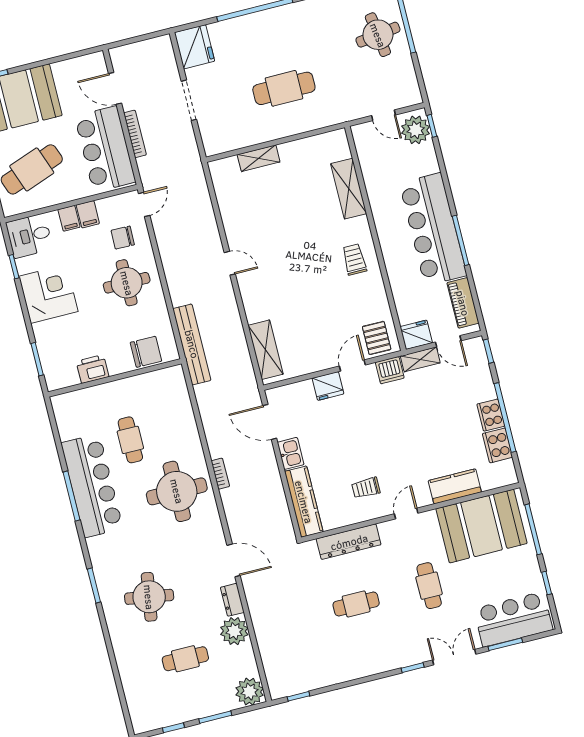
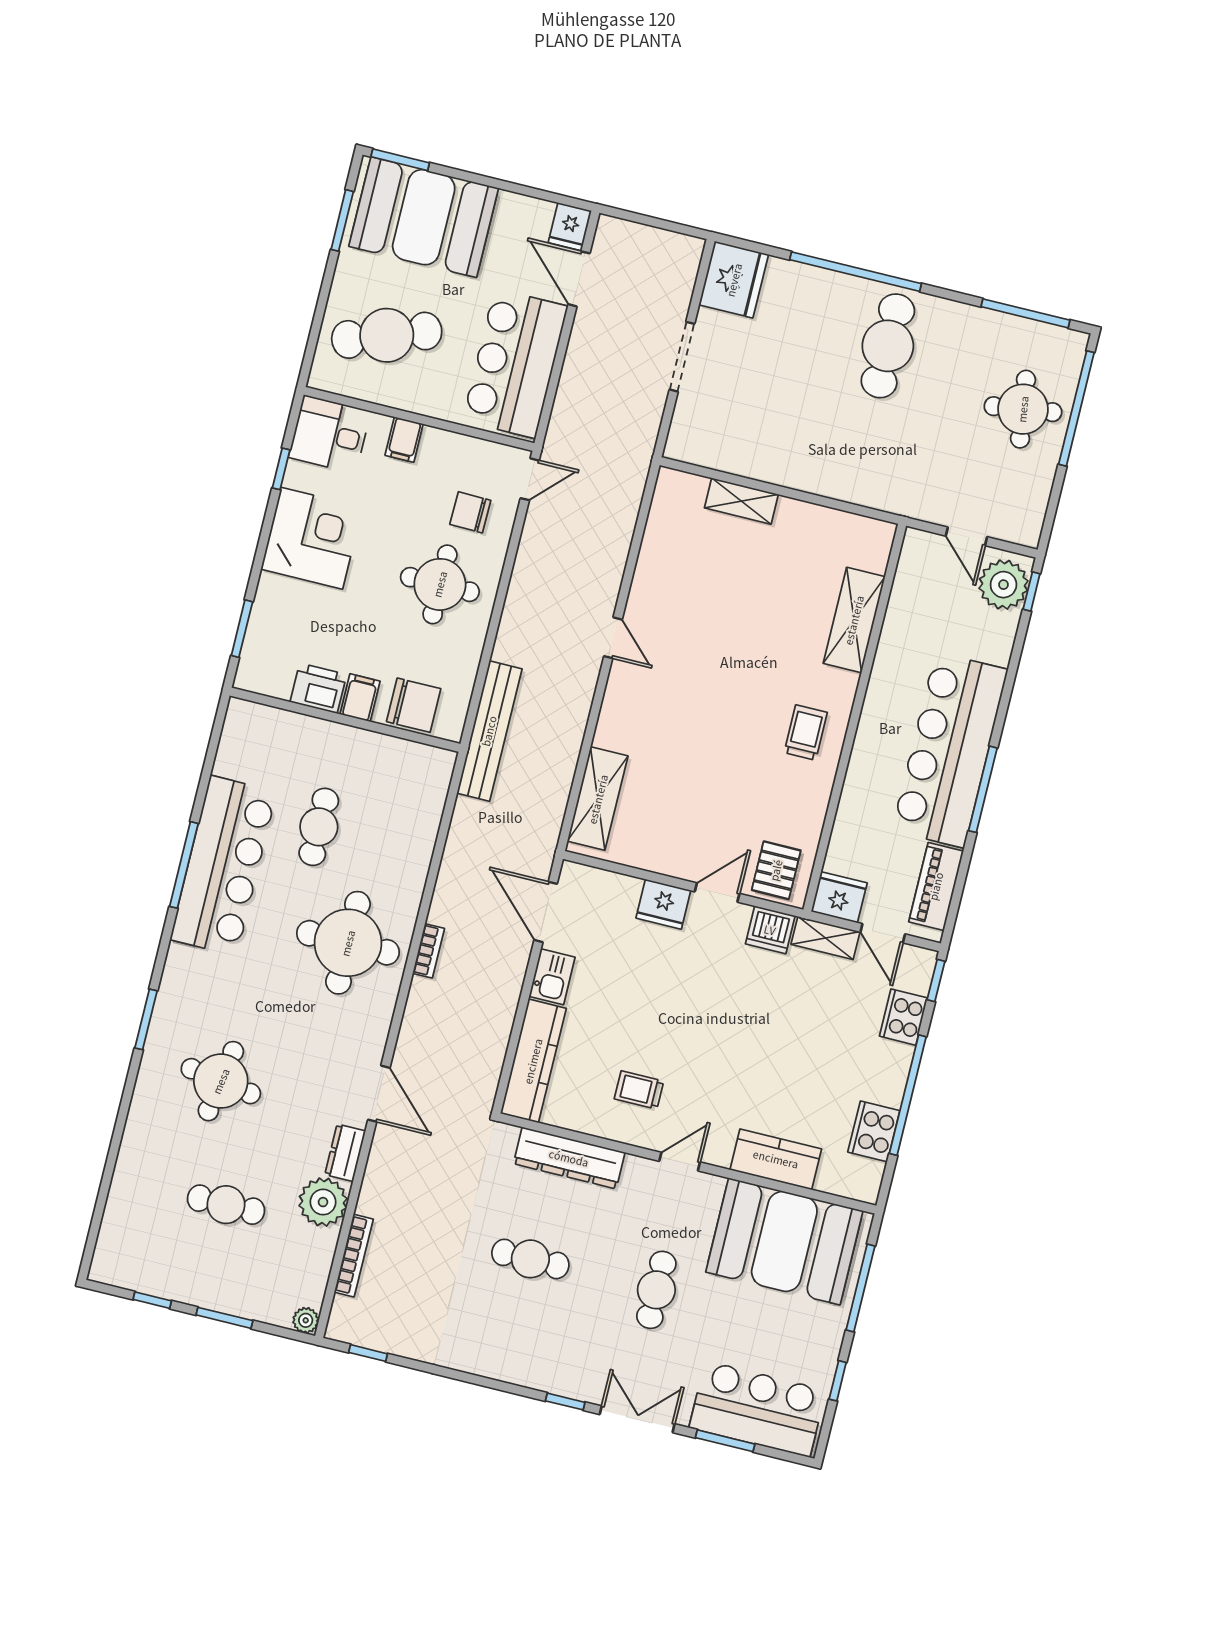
fridge: (96, 64) -> (570, 227), added
cafe table: (284, 88) -> (888, 346), moved, turned 90
bookcase: (135, 134) -> (354, 1256), moved
filing cabinet: (88, 214) -> (360, 698), moved, turned 180
cooker: (491, 415) -> (903, 1017), moved
plant: (250, 692) -> (306, 1320), width x0.53, depth x0.53

